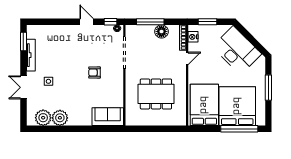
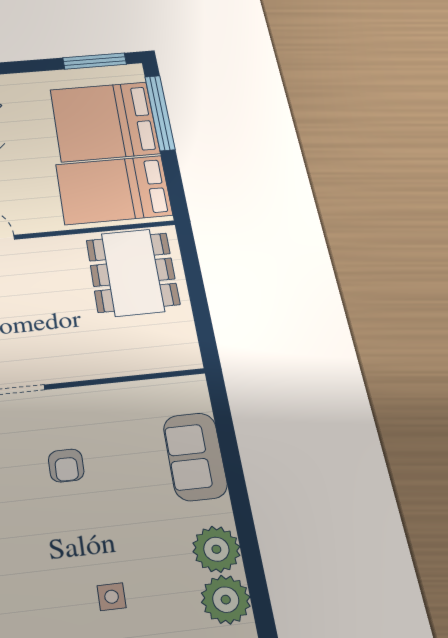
window: (268, 88) -> (95, 61), moved
dining table: (156, 94) -> (133, 272), moved
sofa: (108, 117) -> (195, 456), moved

